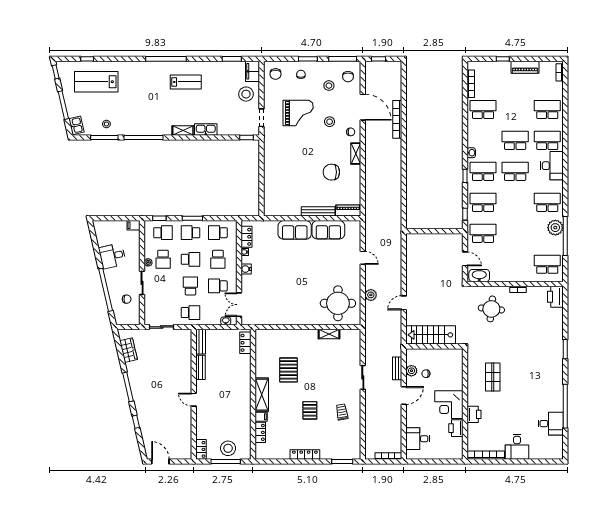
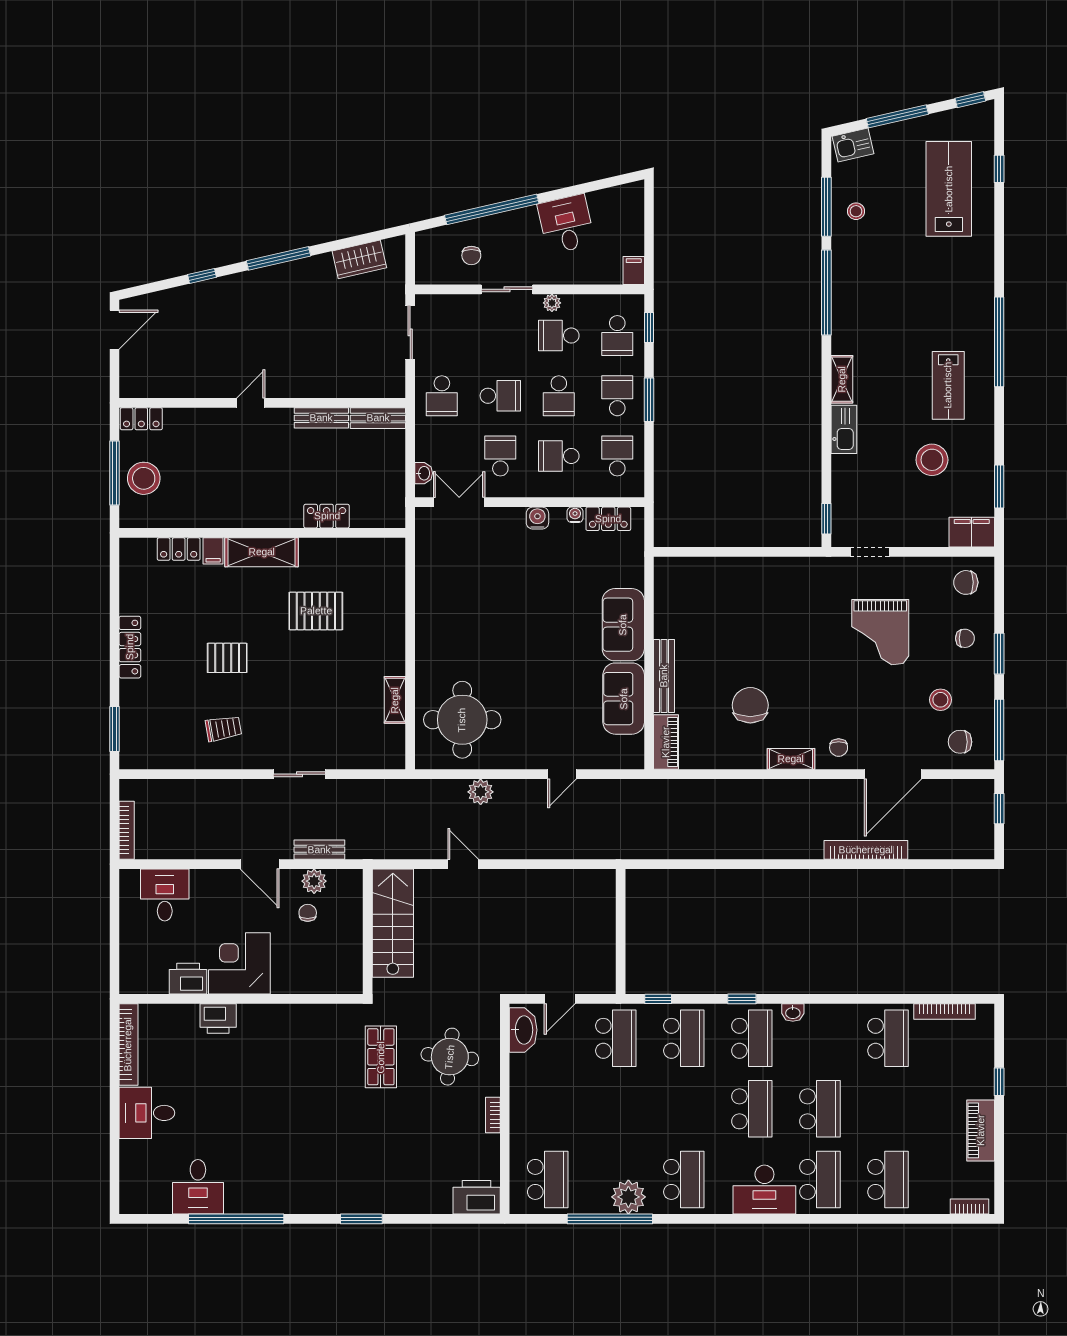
stool: (246, 94) -> (932, 460), moved
stool: (330, 122) -> (861, 701), removed
locker: (245, 343) -> (327, 516), moved
shop shelf: (493, 377) -> (381, 1057), moved, turned 90

